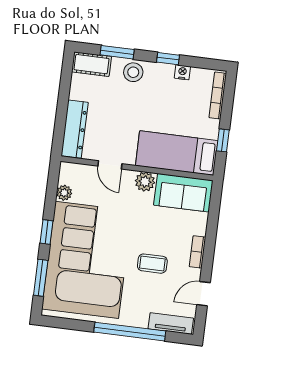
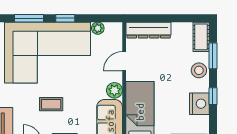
nightstand: (182, 72) -> (199, 104), width x1.89, depth x1.79
coffee table: (152, 264) -> (51, 104), turned 90

